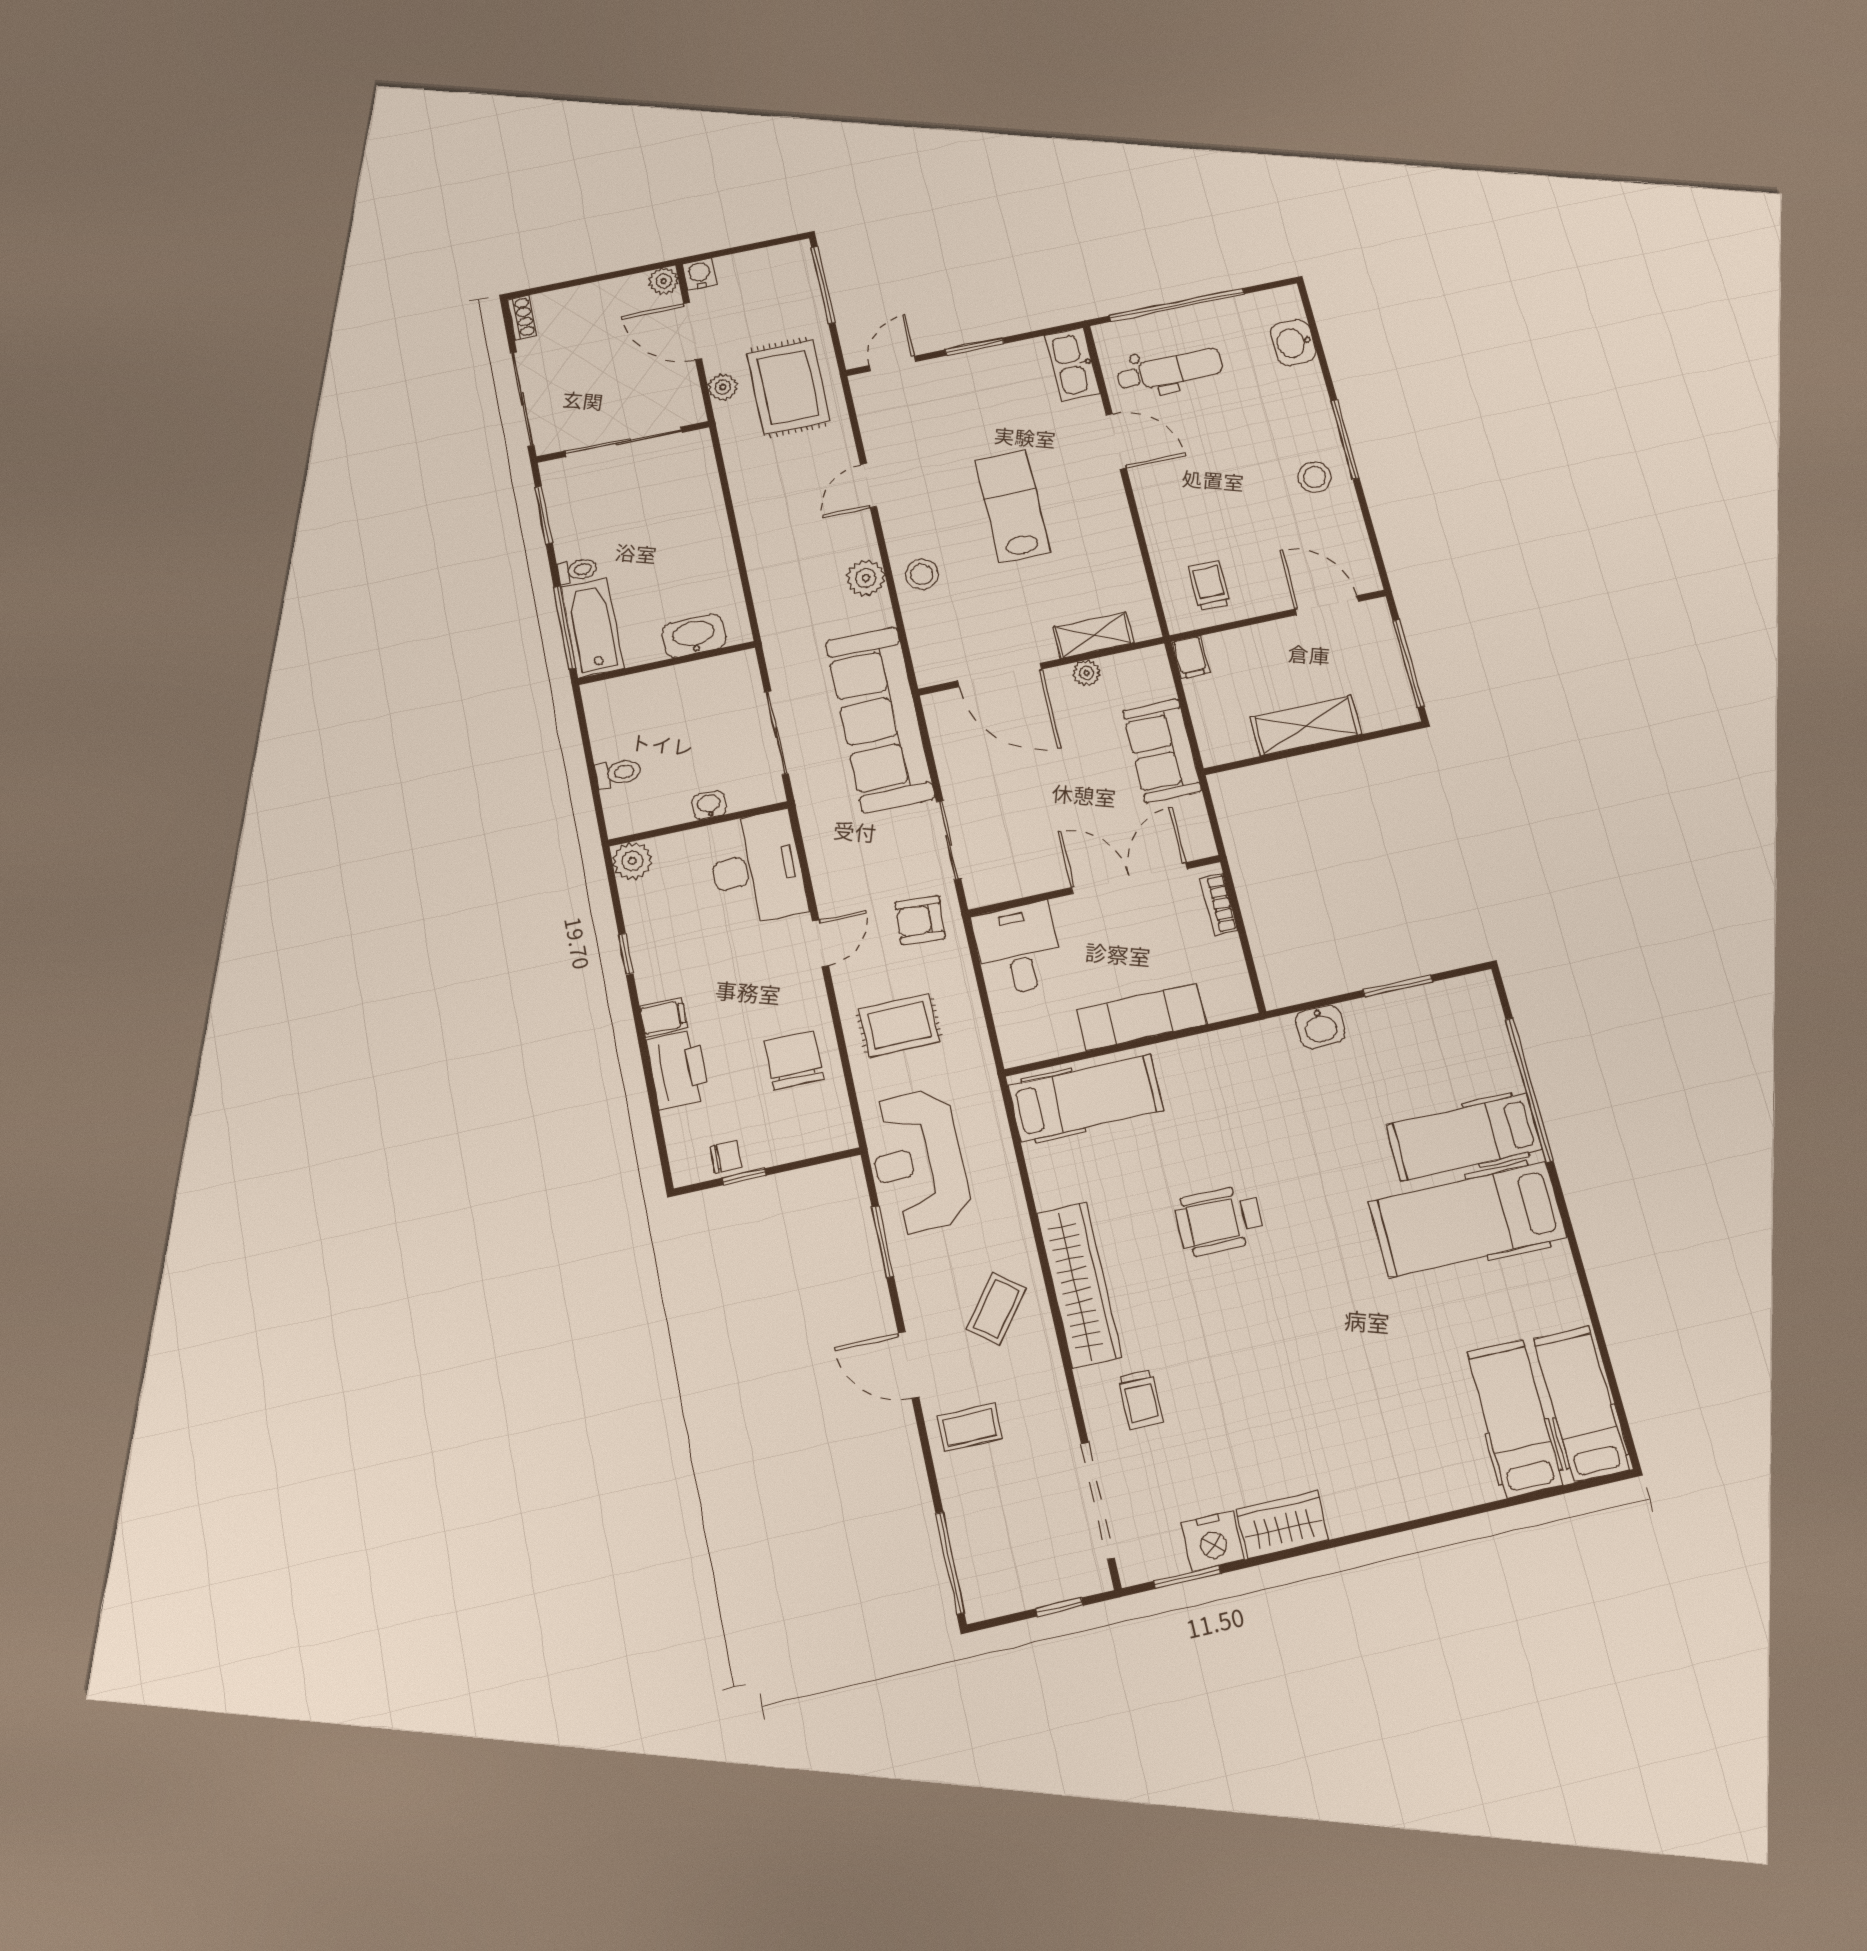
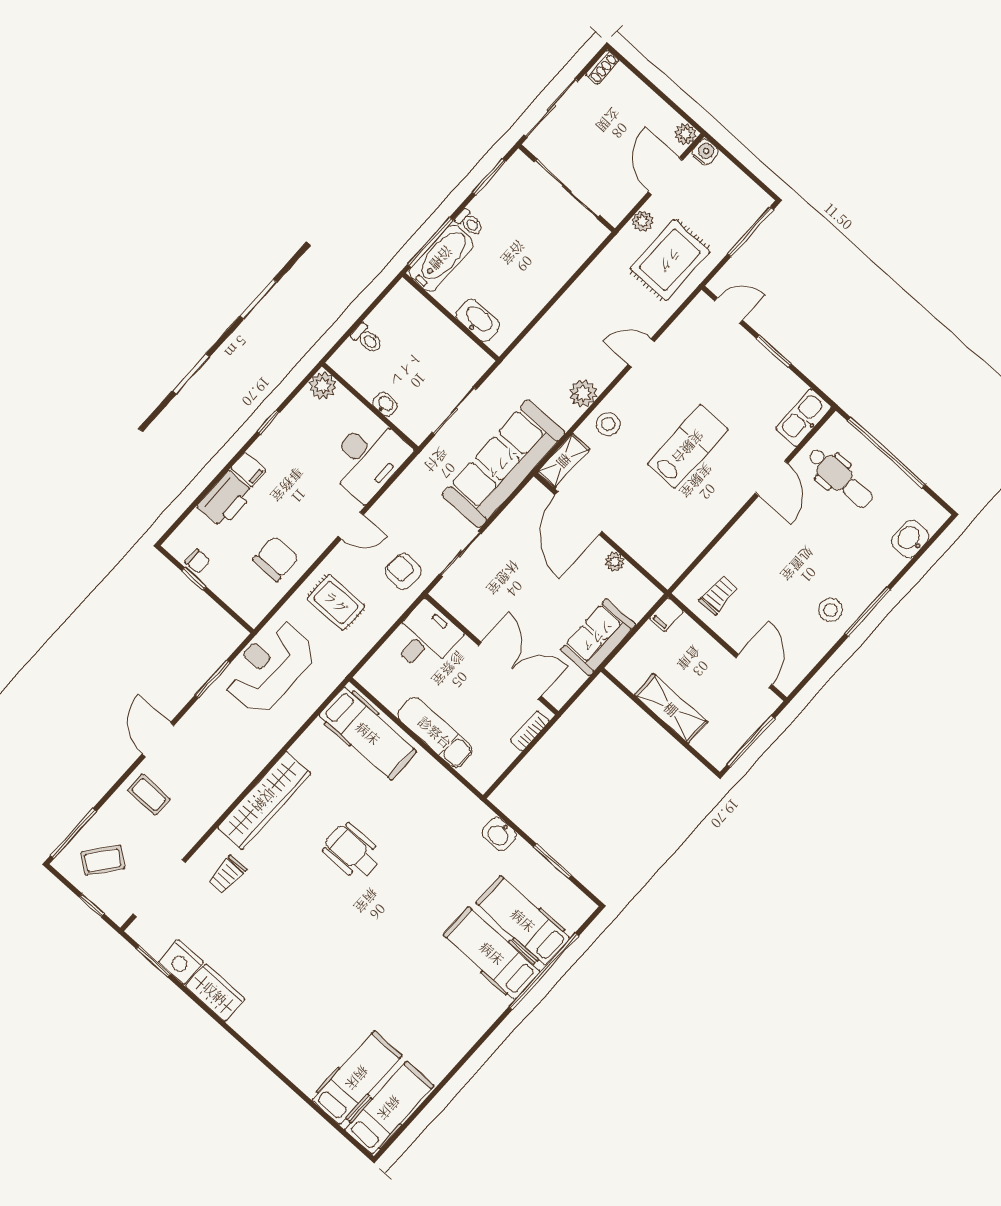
shelving: (1094, 635) -> (564, 461), moved, turned 90
hospital bed: (1468, 1219) -> (523, 920), moved, width x0.73, depth x0.78
coffee table: (996, 1309) -> (103, 860), moved

